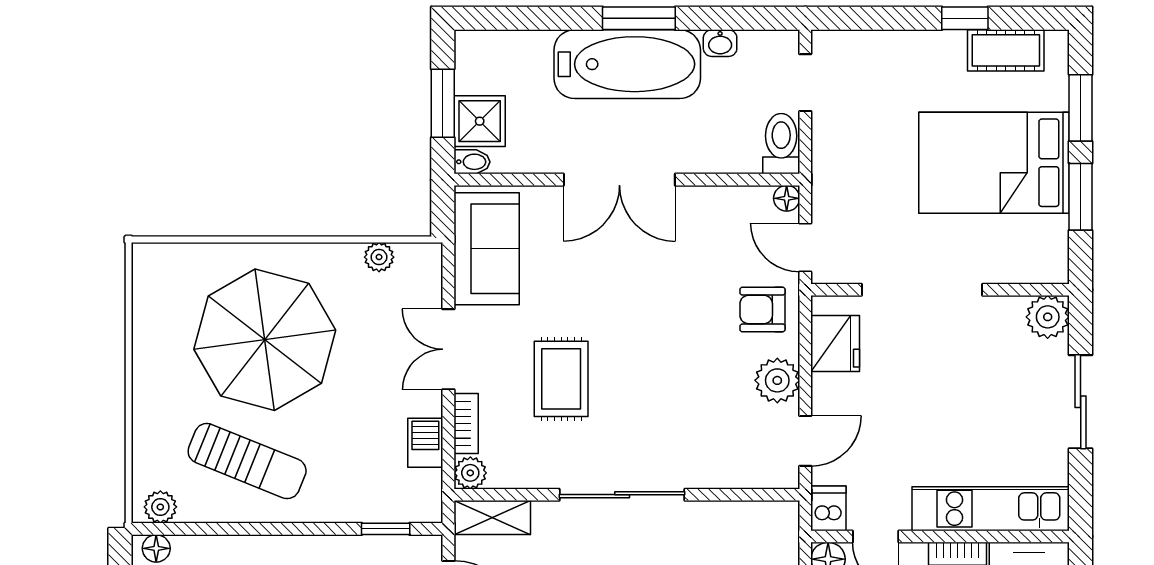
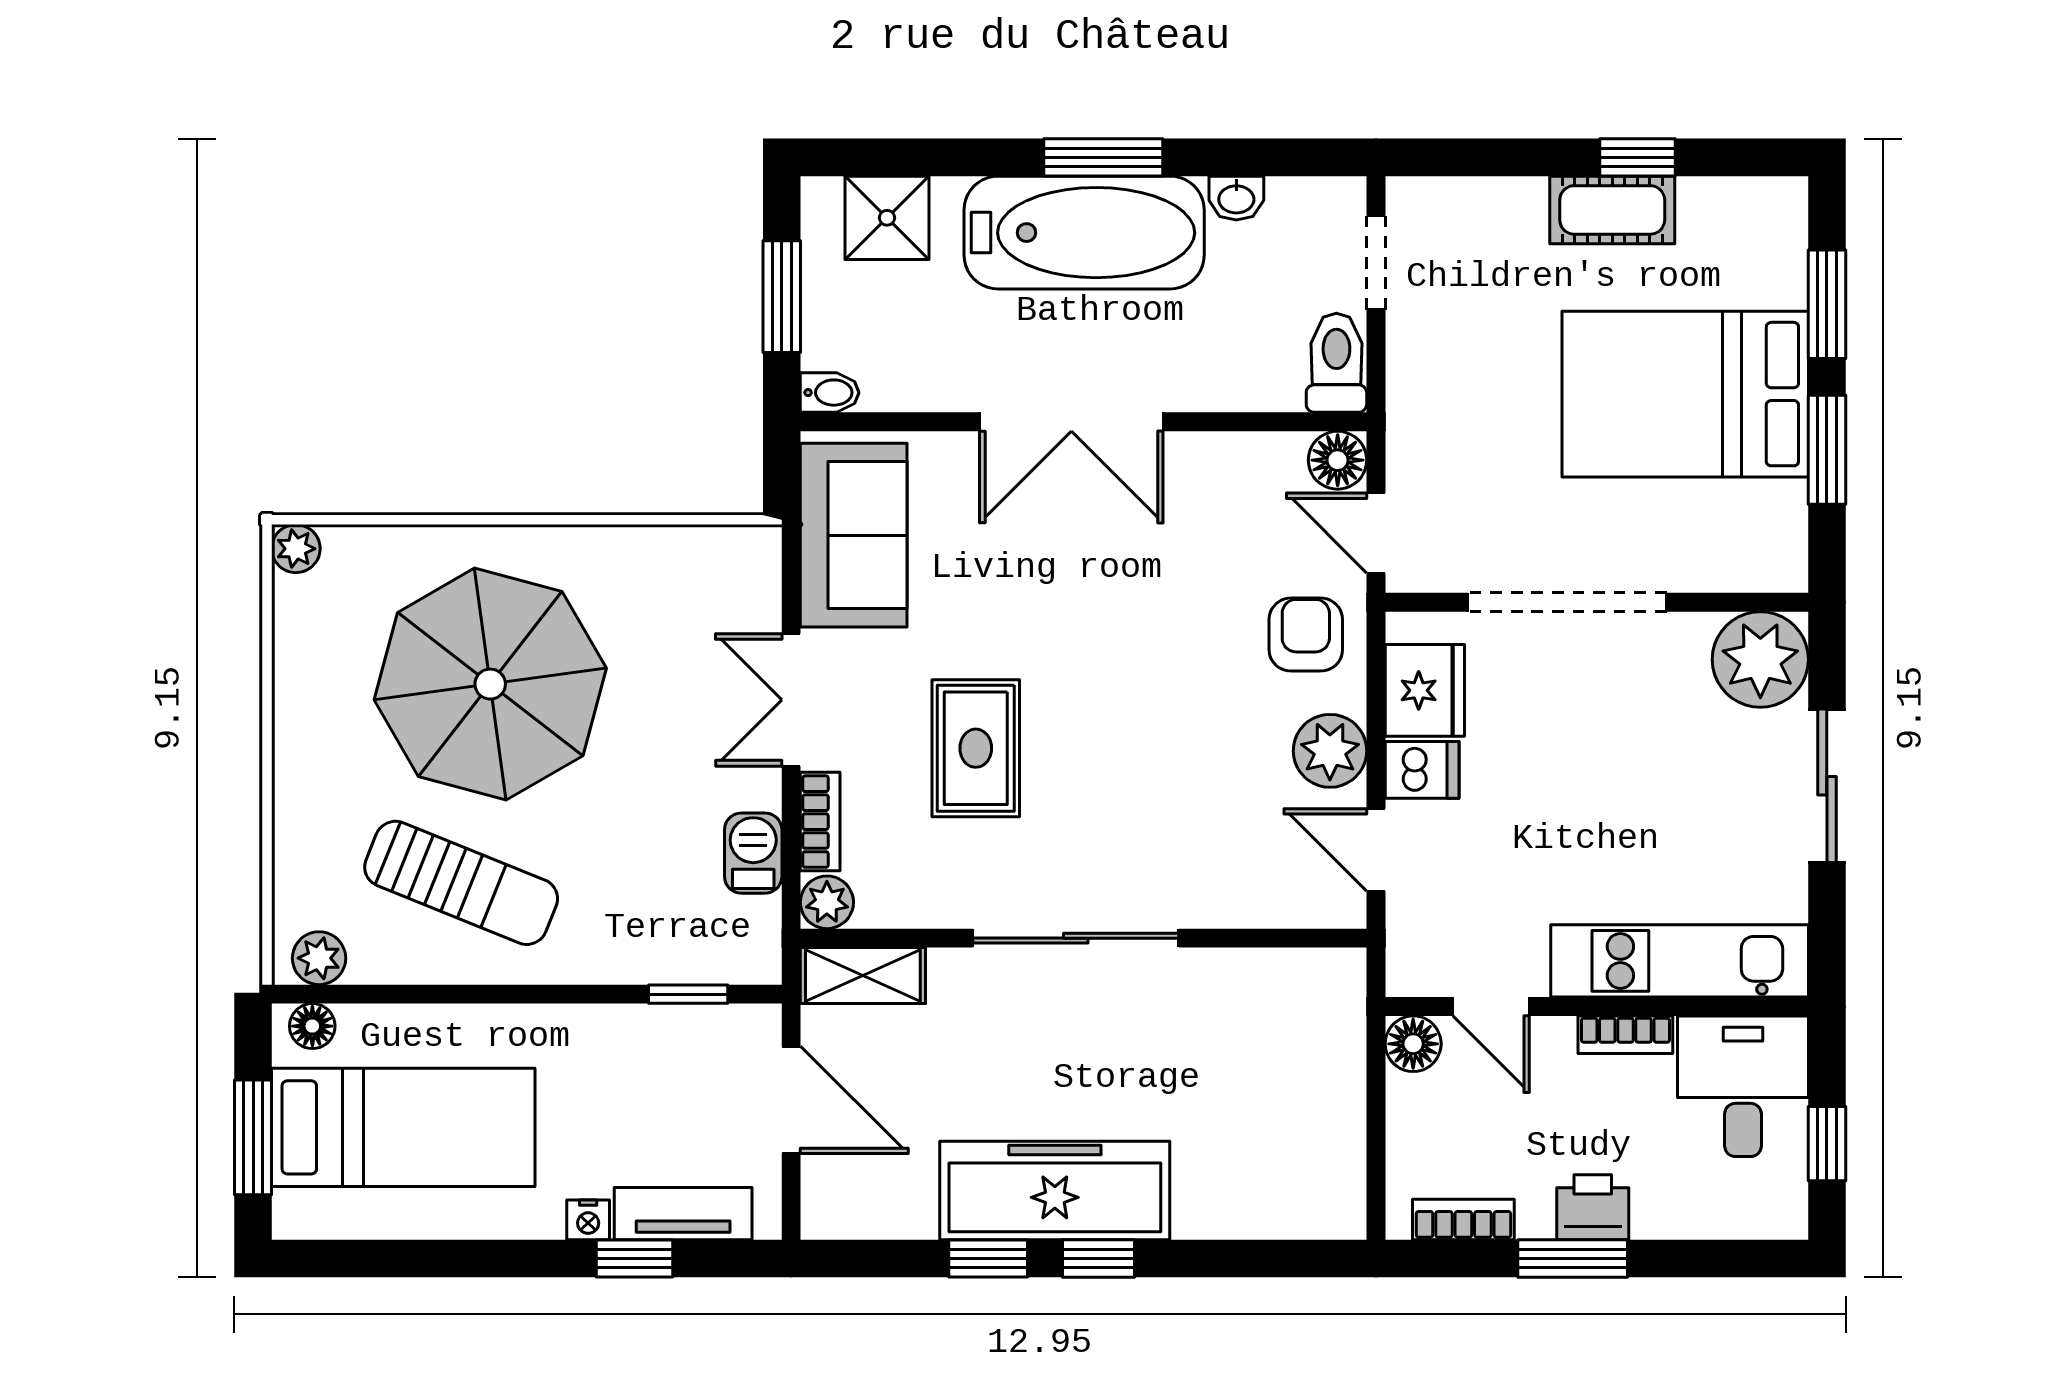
cot: (1006, 50) -> (1612, 210), moved
shower: (480, 121) -> (887, 218), moved
floor lamp: (787, 198) -> (1338, 460), width x1.37, depth x1.37
plant: (379, 257) -> (296, 549), moved
armchair: (762, 309) -> (1306, 635), turned 90
plant: (1048, 317) -> (1760, 659), width x1.36, depth x1.36
door: (805, 441) -> (1376, 850), swing flipped
dishwasher: (828, 508) -> (1422, 770), moved, turned 90

